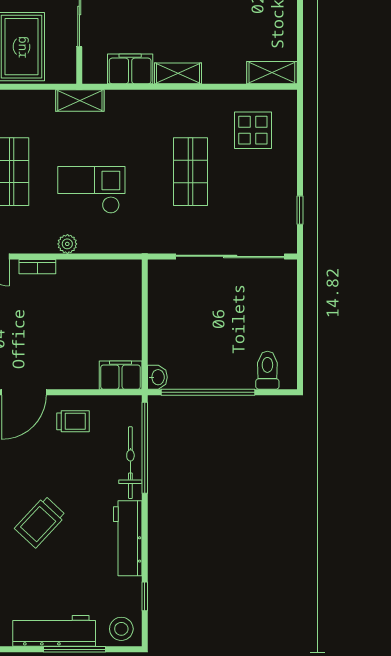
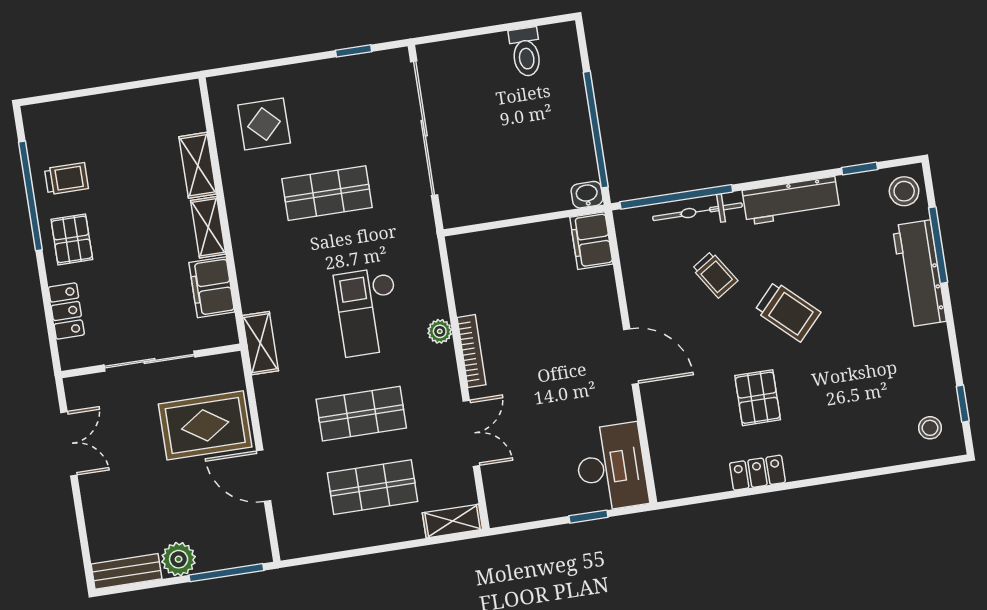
shelving: (272, 73) -> (198, 165), moved
bookcase: (37, 267) -> (472, 351), width x1.56
toilet: (267, 370) -> (526, 52), moved, turned -90
trolley: (73, 421) -> (715, 275), moved, turned 147

